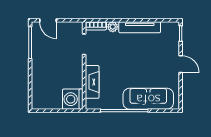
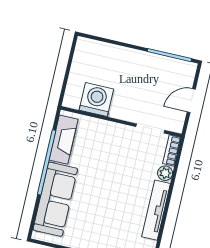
door: (48, 20) -> (191, 101), moved
fireplace: (92, 82) -> (63, 140), moved, turned -90
washing machine: (73, 99) -> (96, 100), moved

